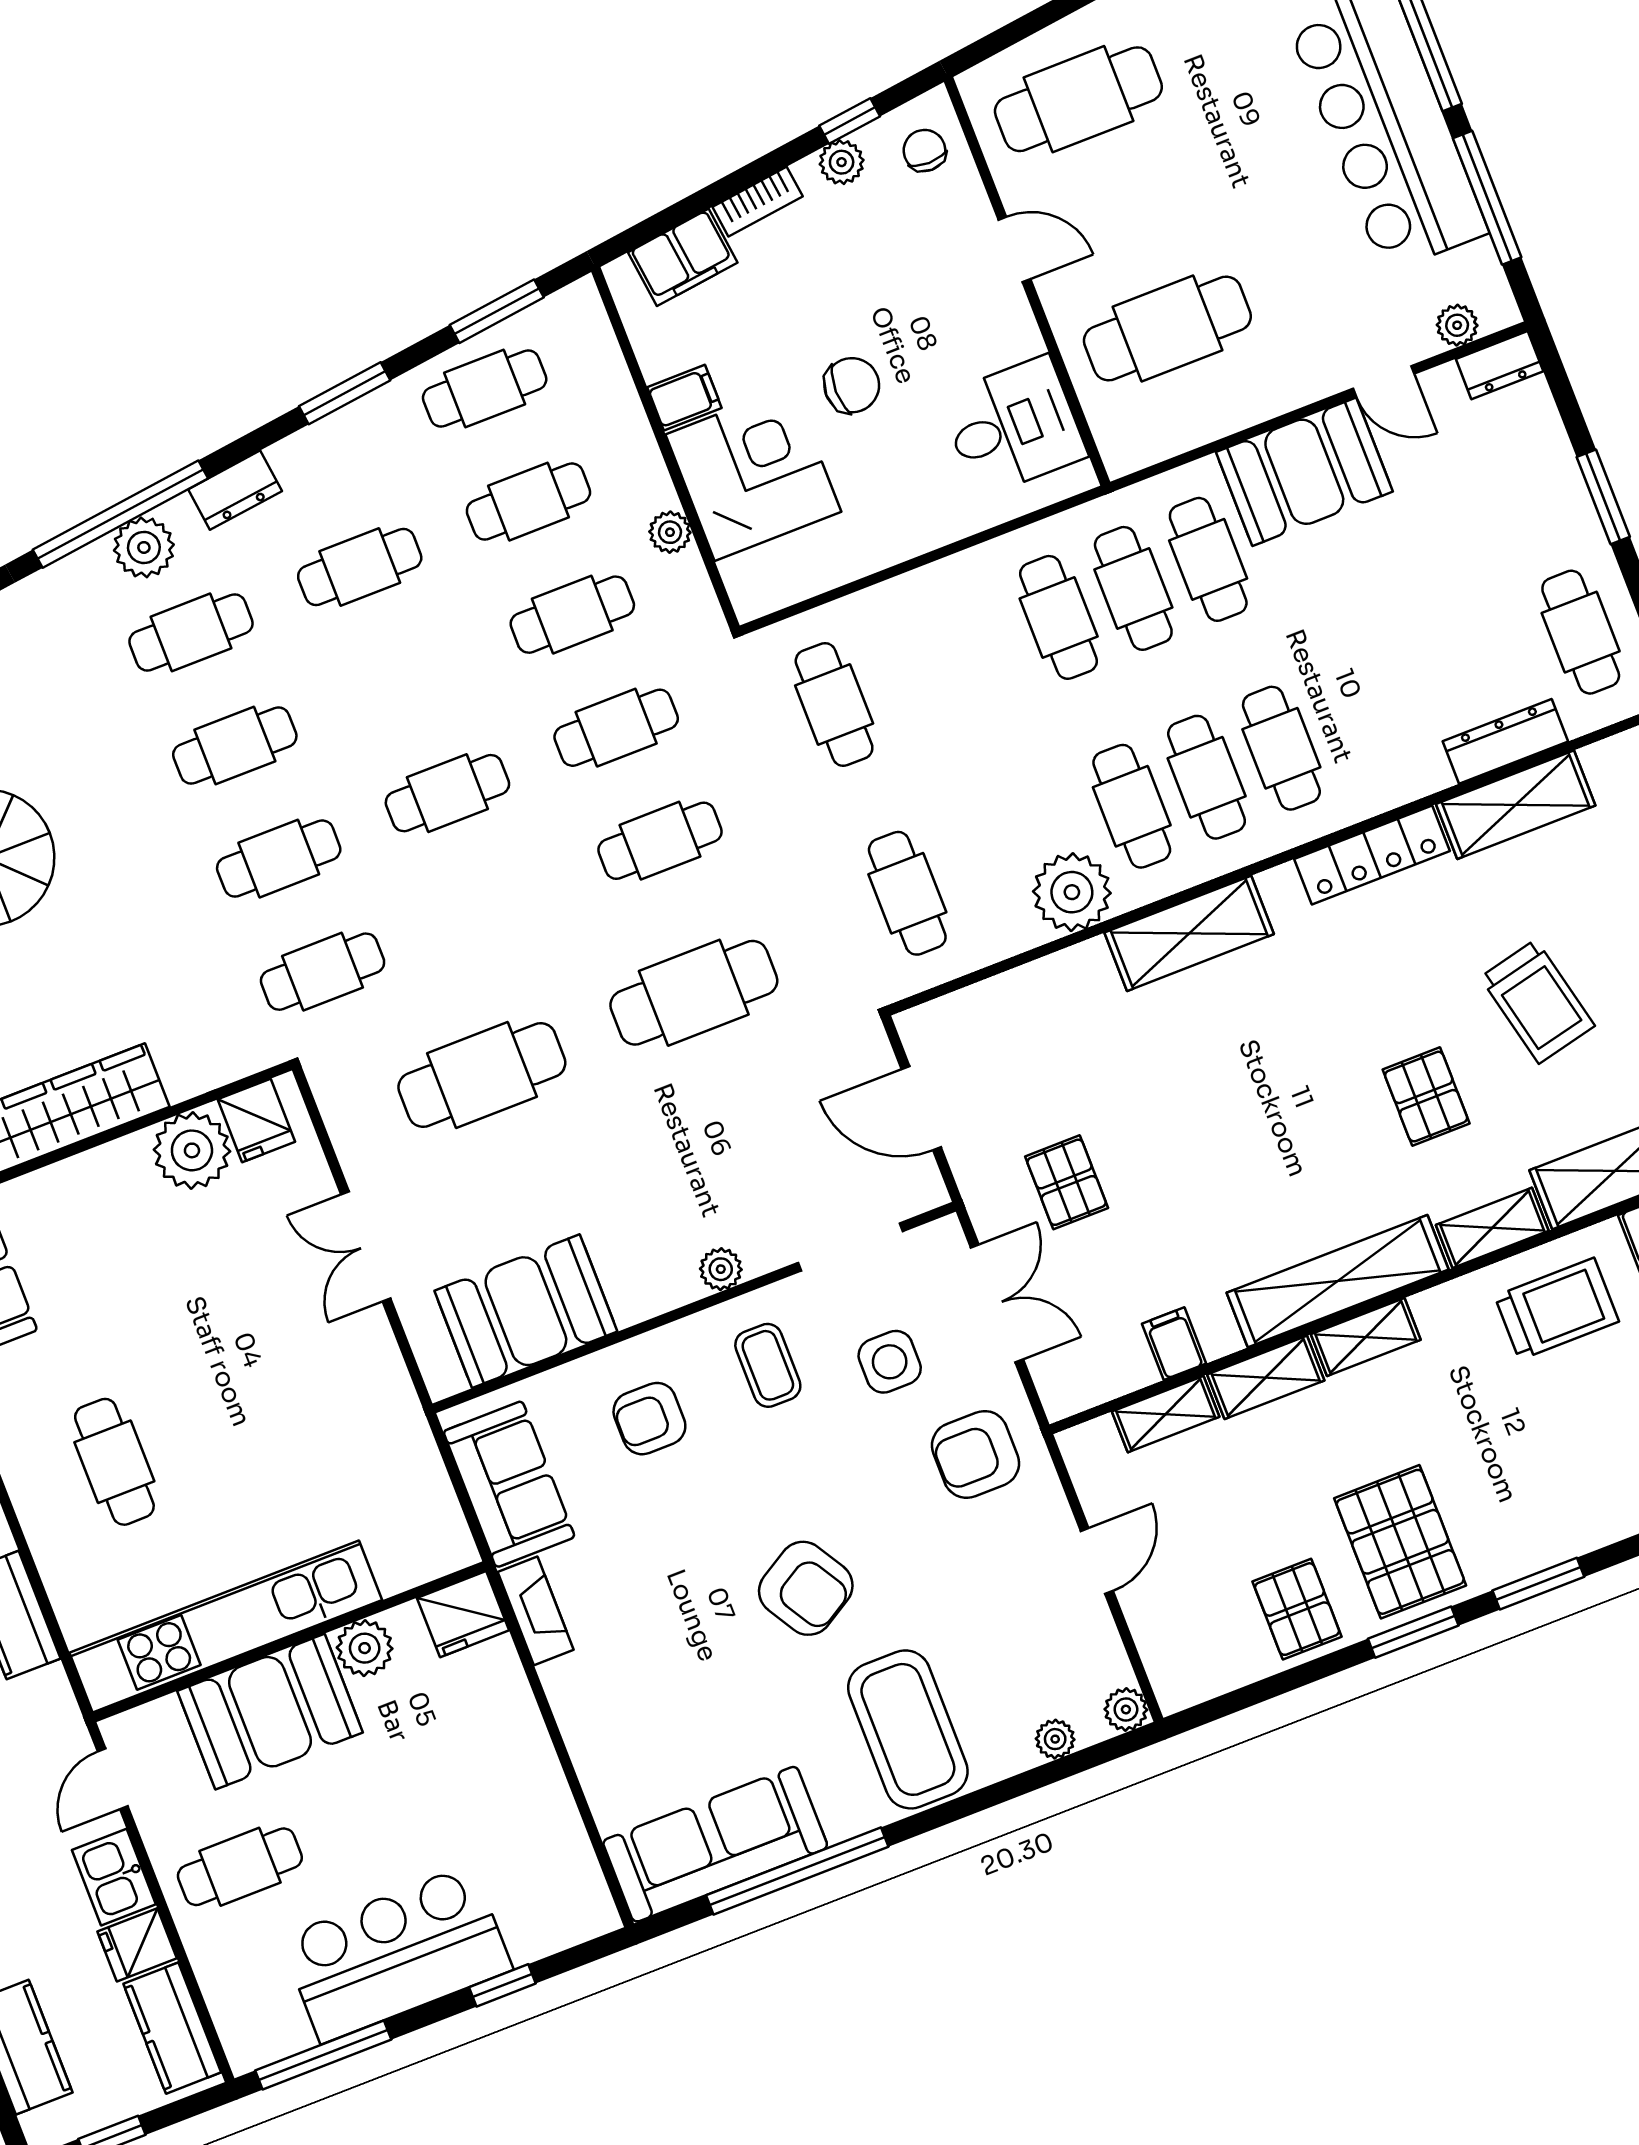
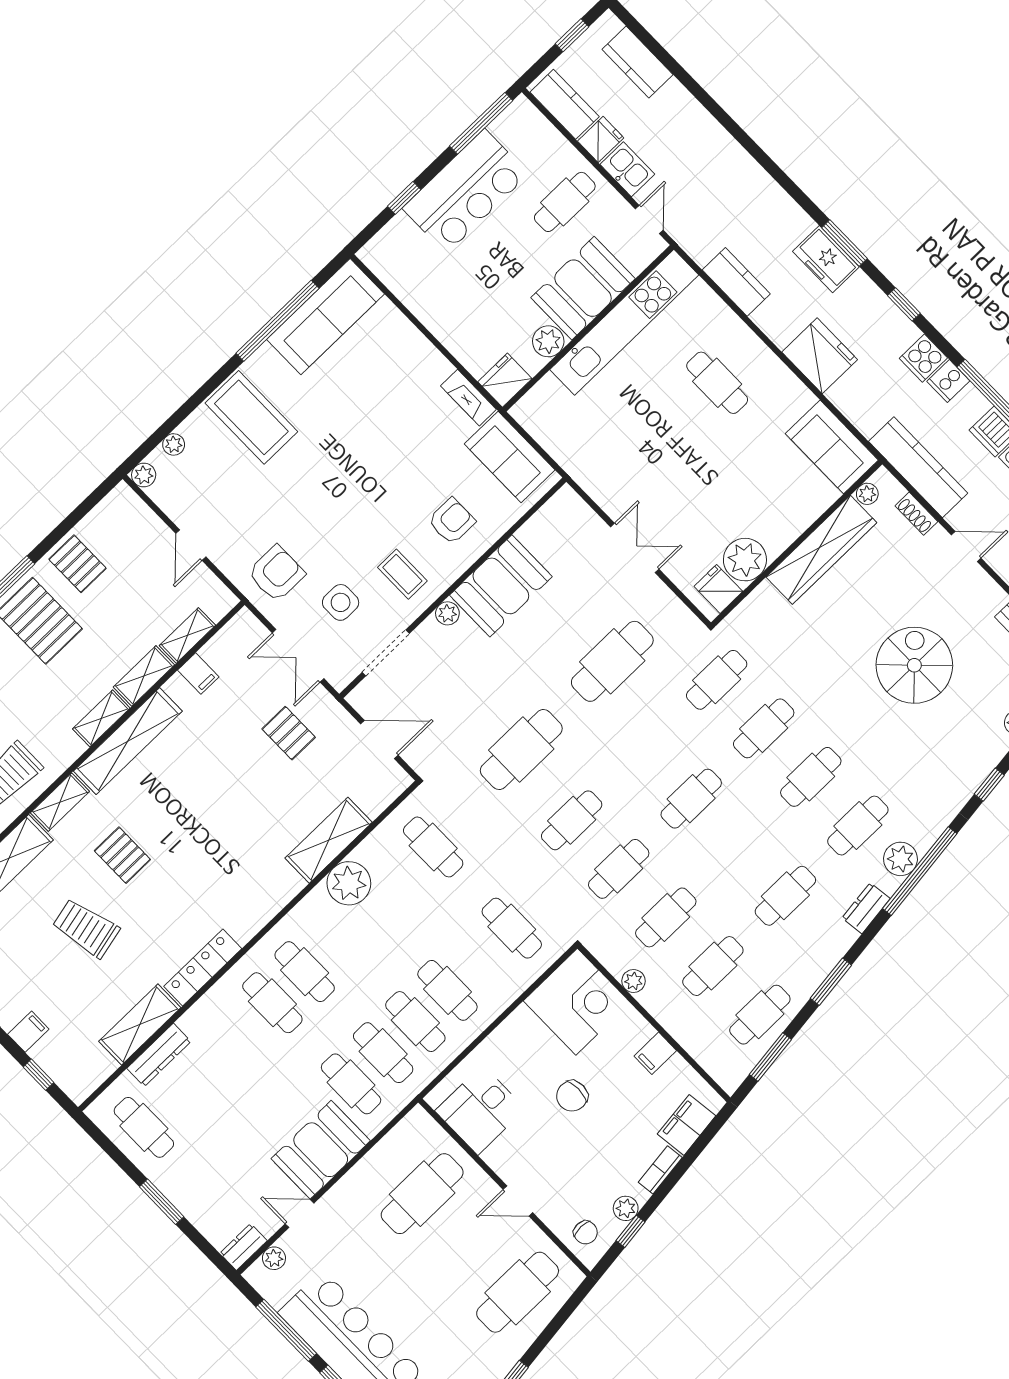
corner desk: (753, 473) -> (577, 1002), moved, turned -90
cafe table: (1132, 806) -> (447, 990), moved
shelving: (1189, 933) -> (329, 840), moved
booth: (526, 1311) -> (501, 586), moved
armchair: (806, 1588) -> (334, 468), removed

